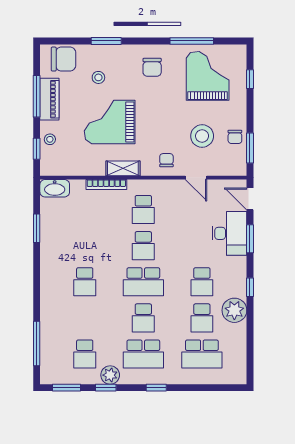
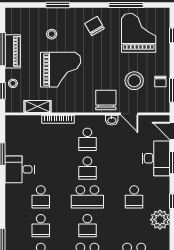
chair: (63, 59) -> (24, 19), removed
chair: (152, 67) -> (94, 26), turned 150
grand piano: (110, 122) -> (61, 70), turned 180
chair: (166, 160) -> (106, 100), width x1.87, depth x1.87
shelving: (123, 168) -> (37, 107), moved
washbasin: (55, 188) -> (112, 120), moved, width x0.52, depth x0.69
desk: (58, 247) -> (20, 169), added
school desk: (202, 318) -> (41, 226), moved

